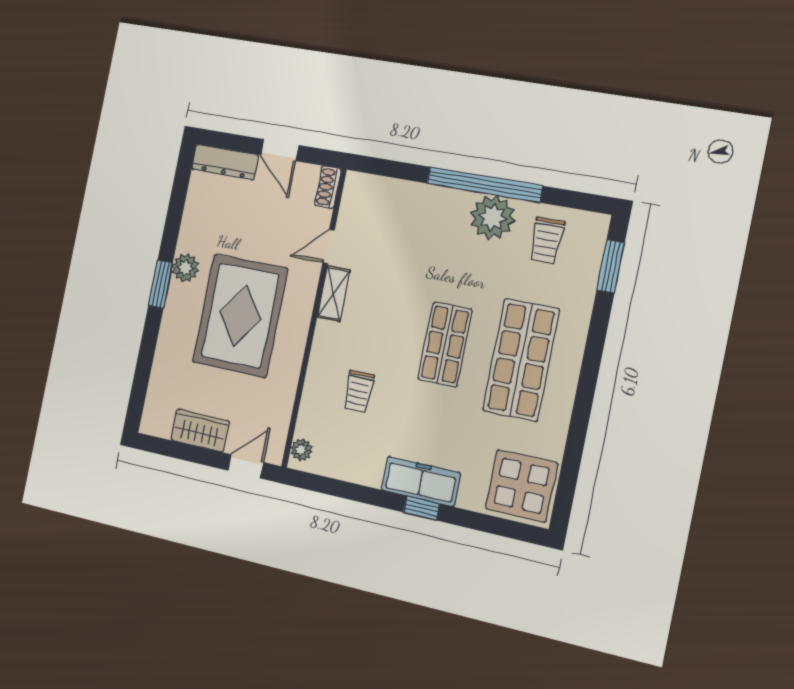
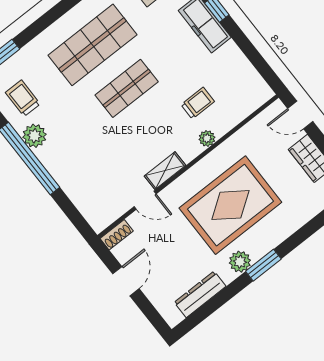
dresser: (225, 162) -> (200, 294), moved, turned -90
plant: (492, 217) -> (34, 136), width x0.73, depth x0.73
trolley: (547, 241) -> (23, 98), turned -90
plant: (301, 450) -> (207, 138), moved

